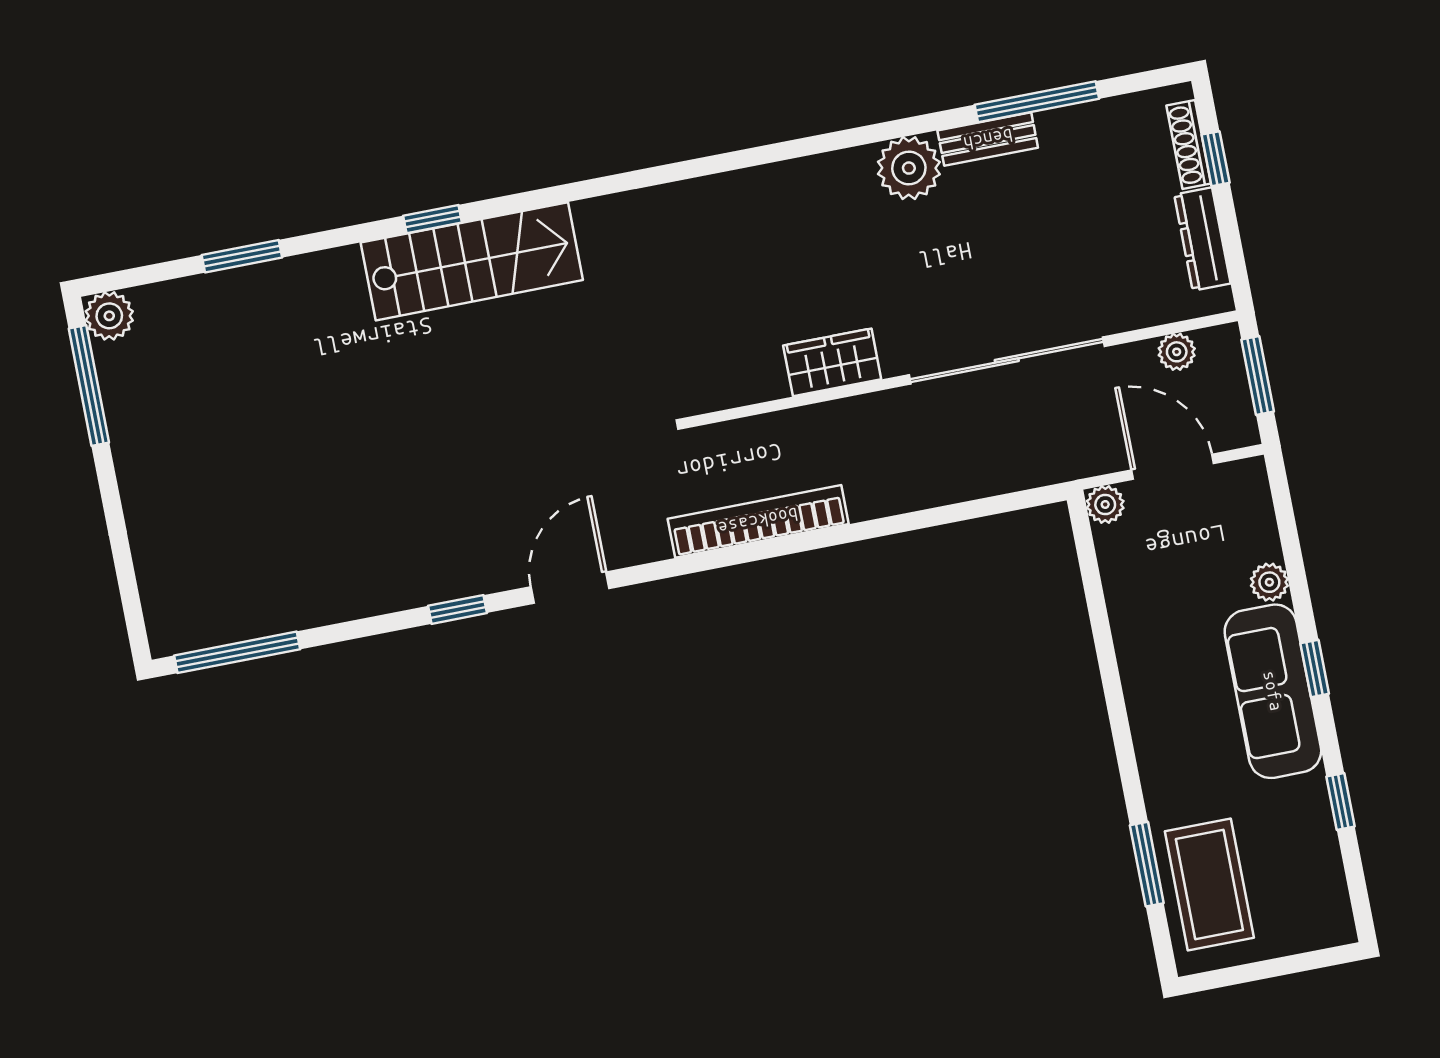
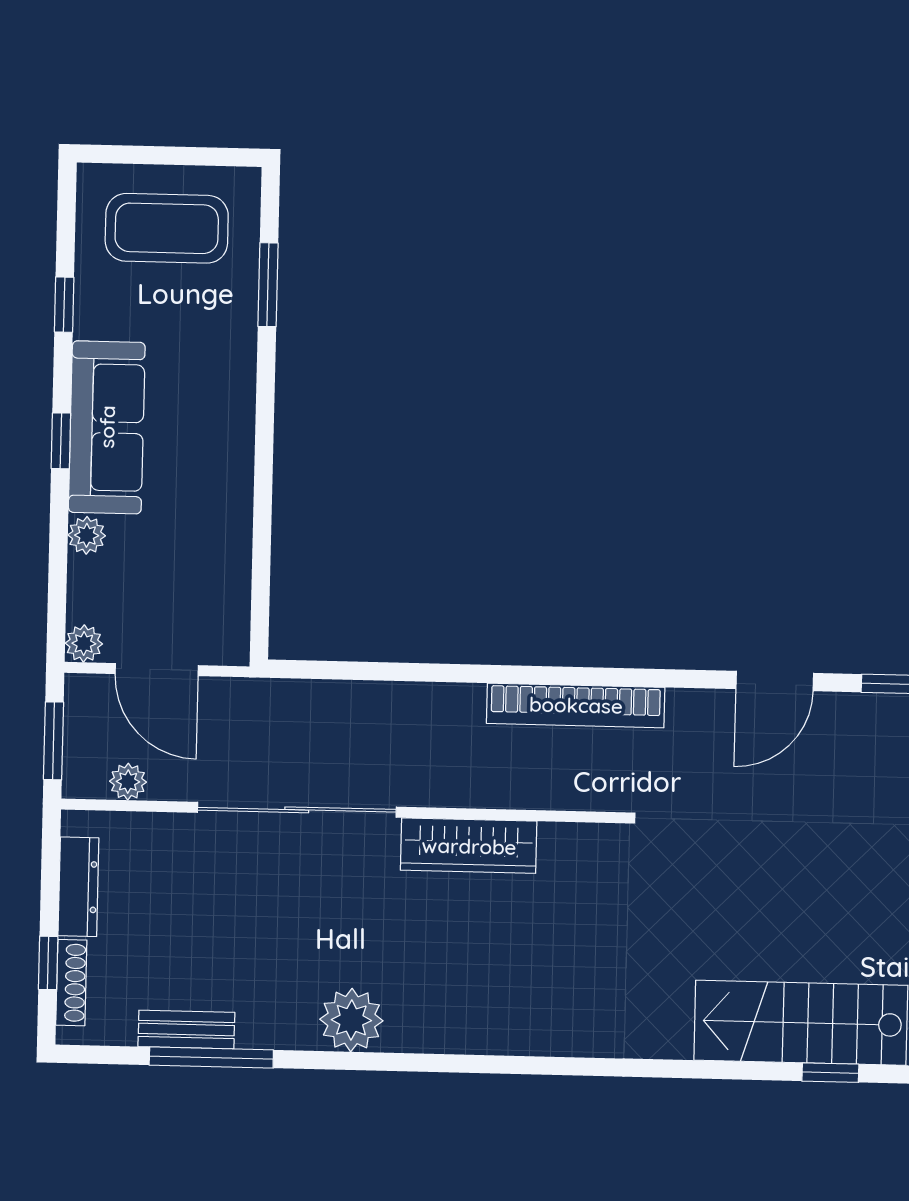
bench: (988, 139) -> (186, 1029), moved
wardrobe: (832, 362) -> (469, 846), width x1.50
plant: (1105, 504) -> (84, 644), moved
coffee table: (1209, 885) -> (167, 228), moved, turned 90

